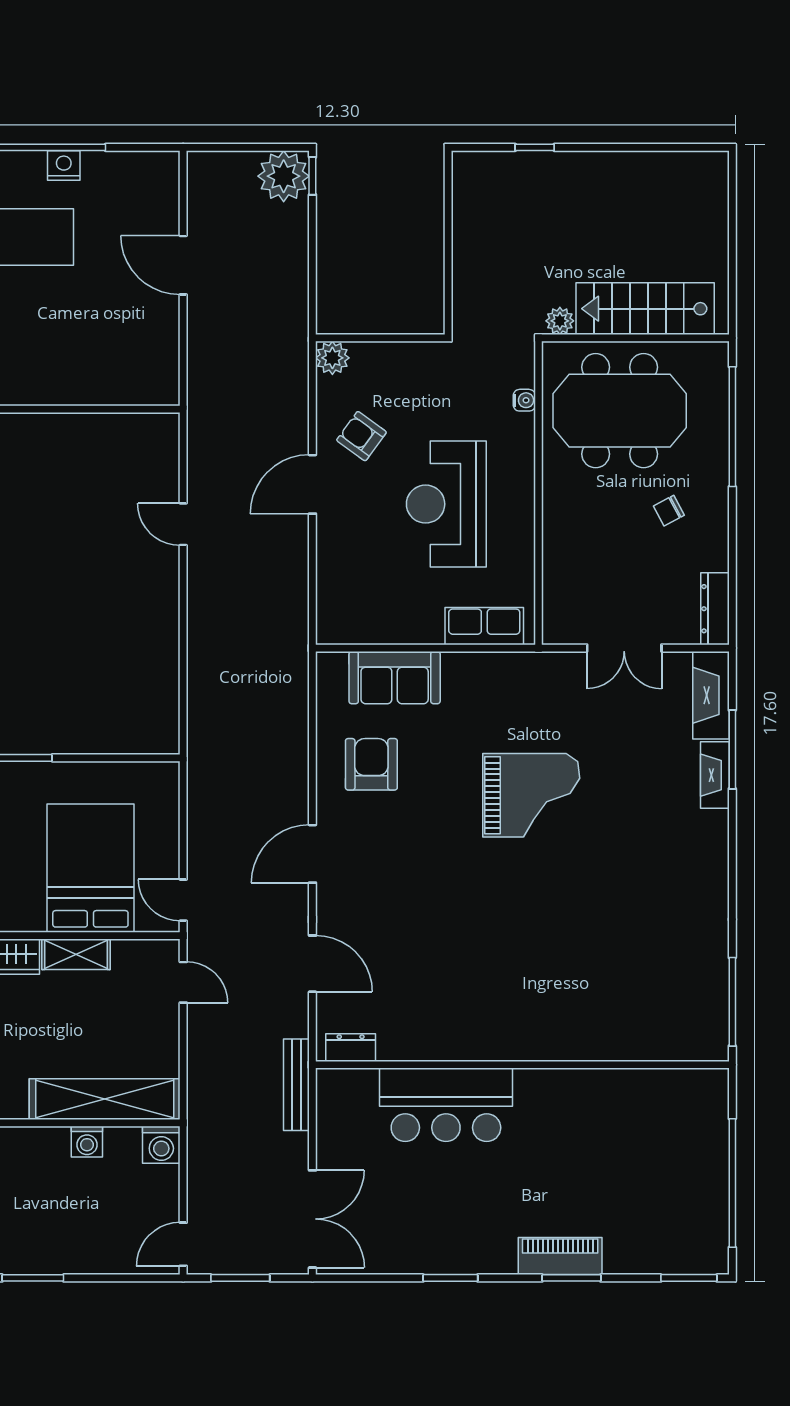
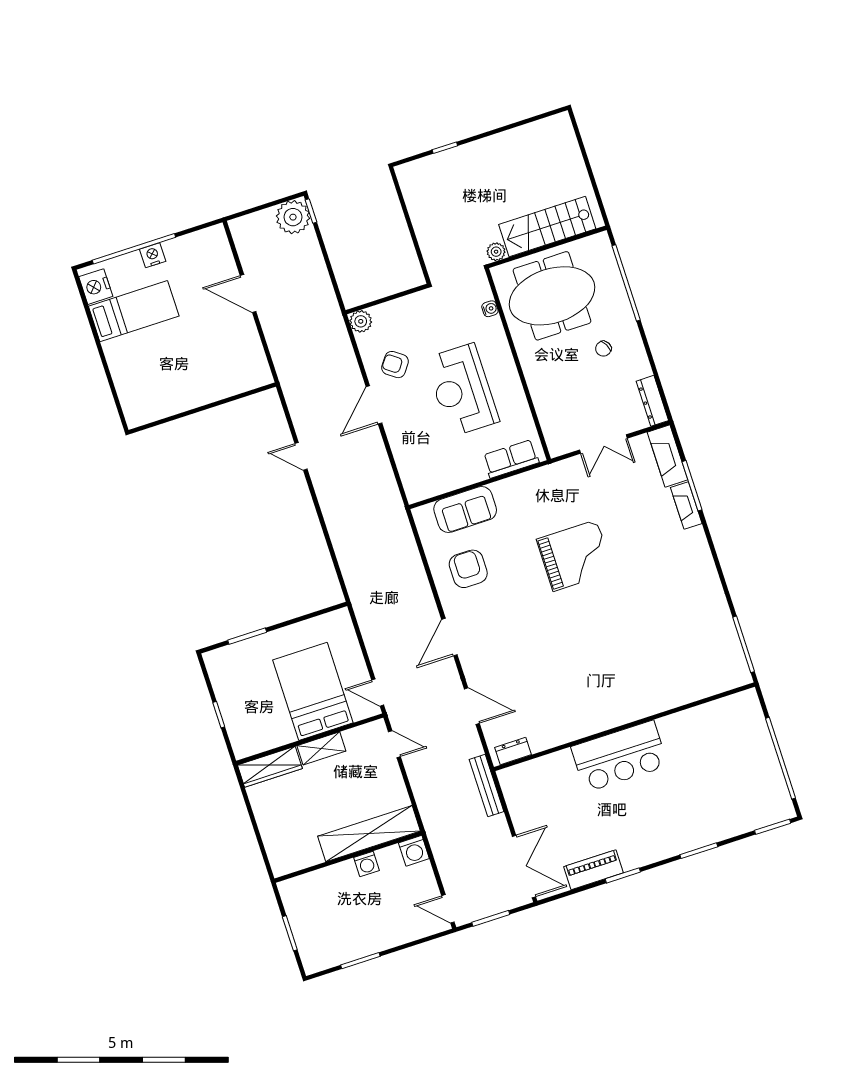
bar counter: (446, 1105) -> (619, 756), moved
door: (183, 1244) -> (448, 909), hinge flipped
piano: (560, 1256) -> (594, 870), moved

